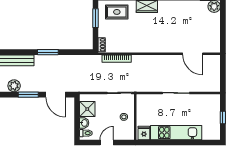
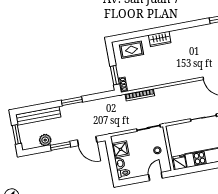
window: (95, 18) -> (115, 75), moved
door: (107, 143) -> (155, 176), moved

